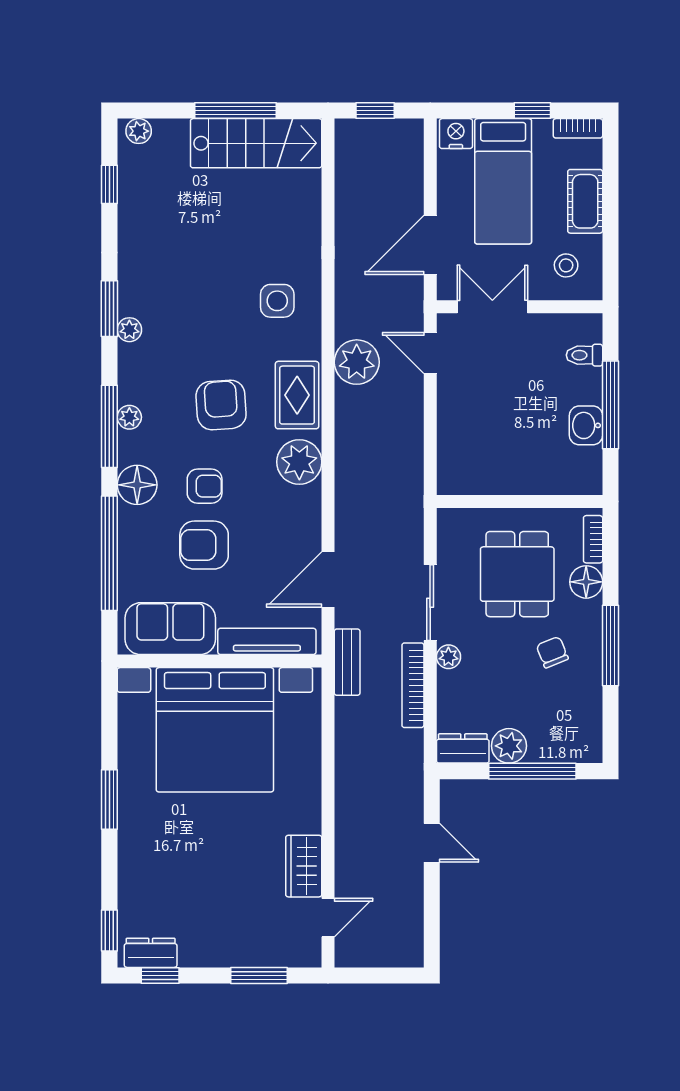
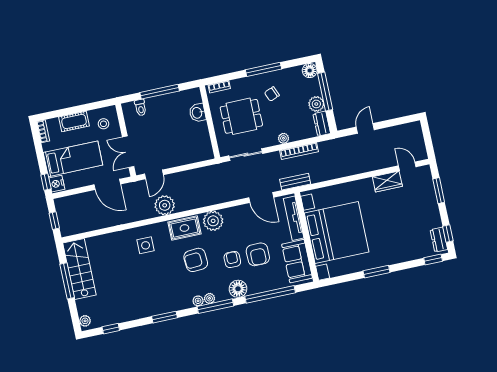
window: (532, 111) -> (46, 182), moved
plant: (129, 330) -> (198, 301), moved
washbasin: (586, 425) -> (197, 113), moved, turned 90
floor lamp: (586, 582) -> (310, 71), moved
sliding door: (430, 603) -> (246, 155), moved

